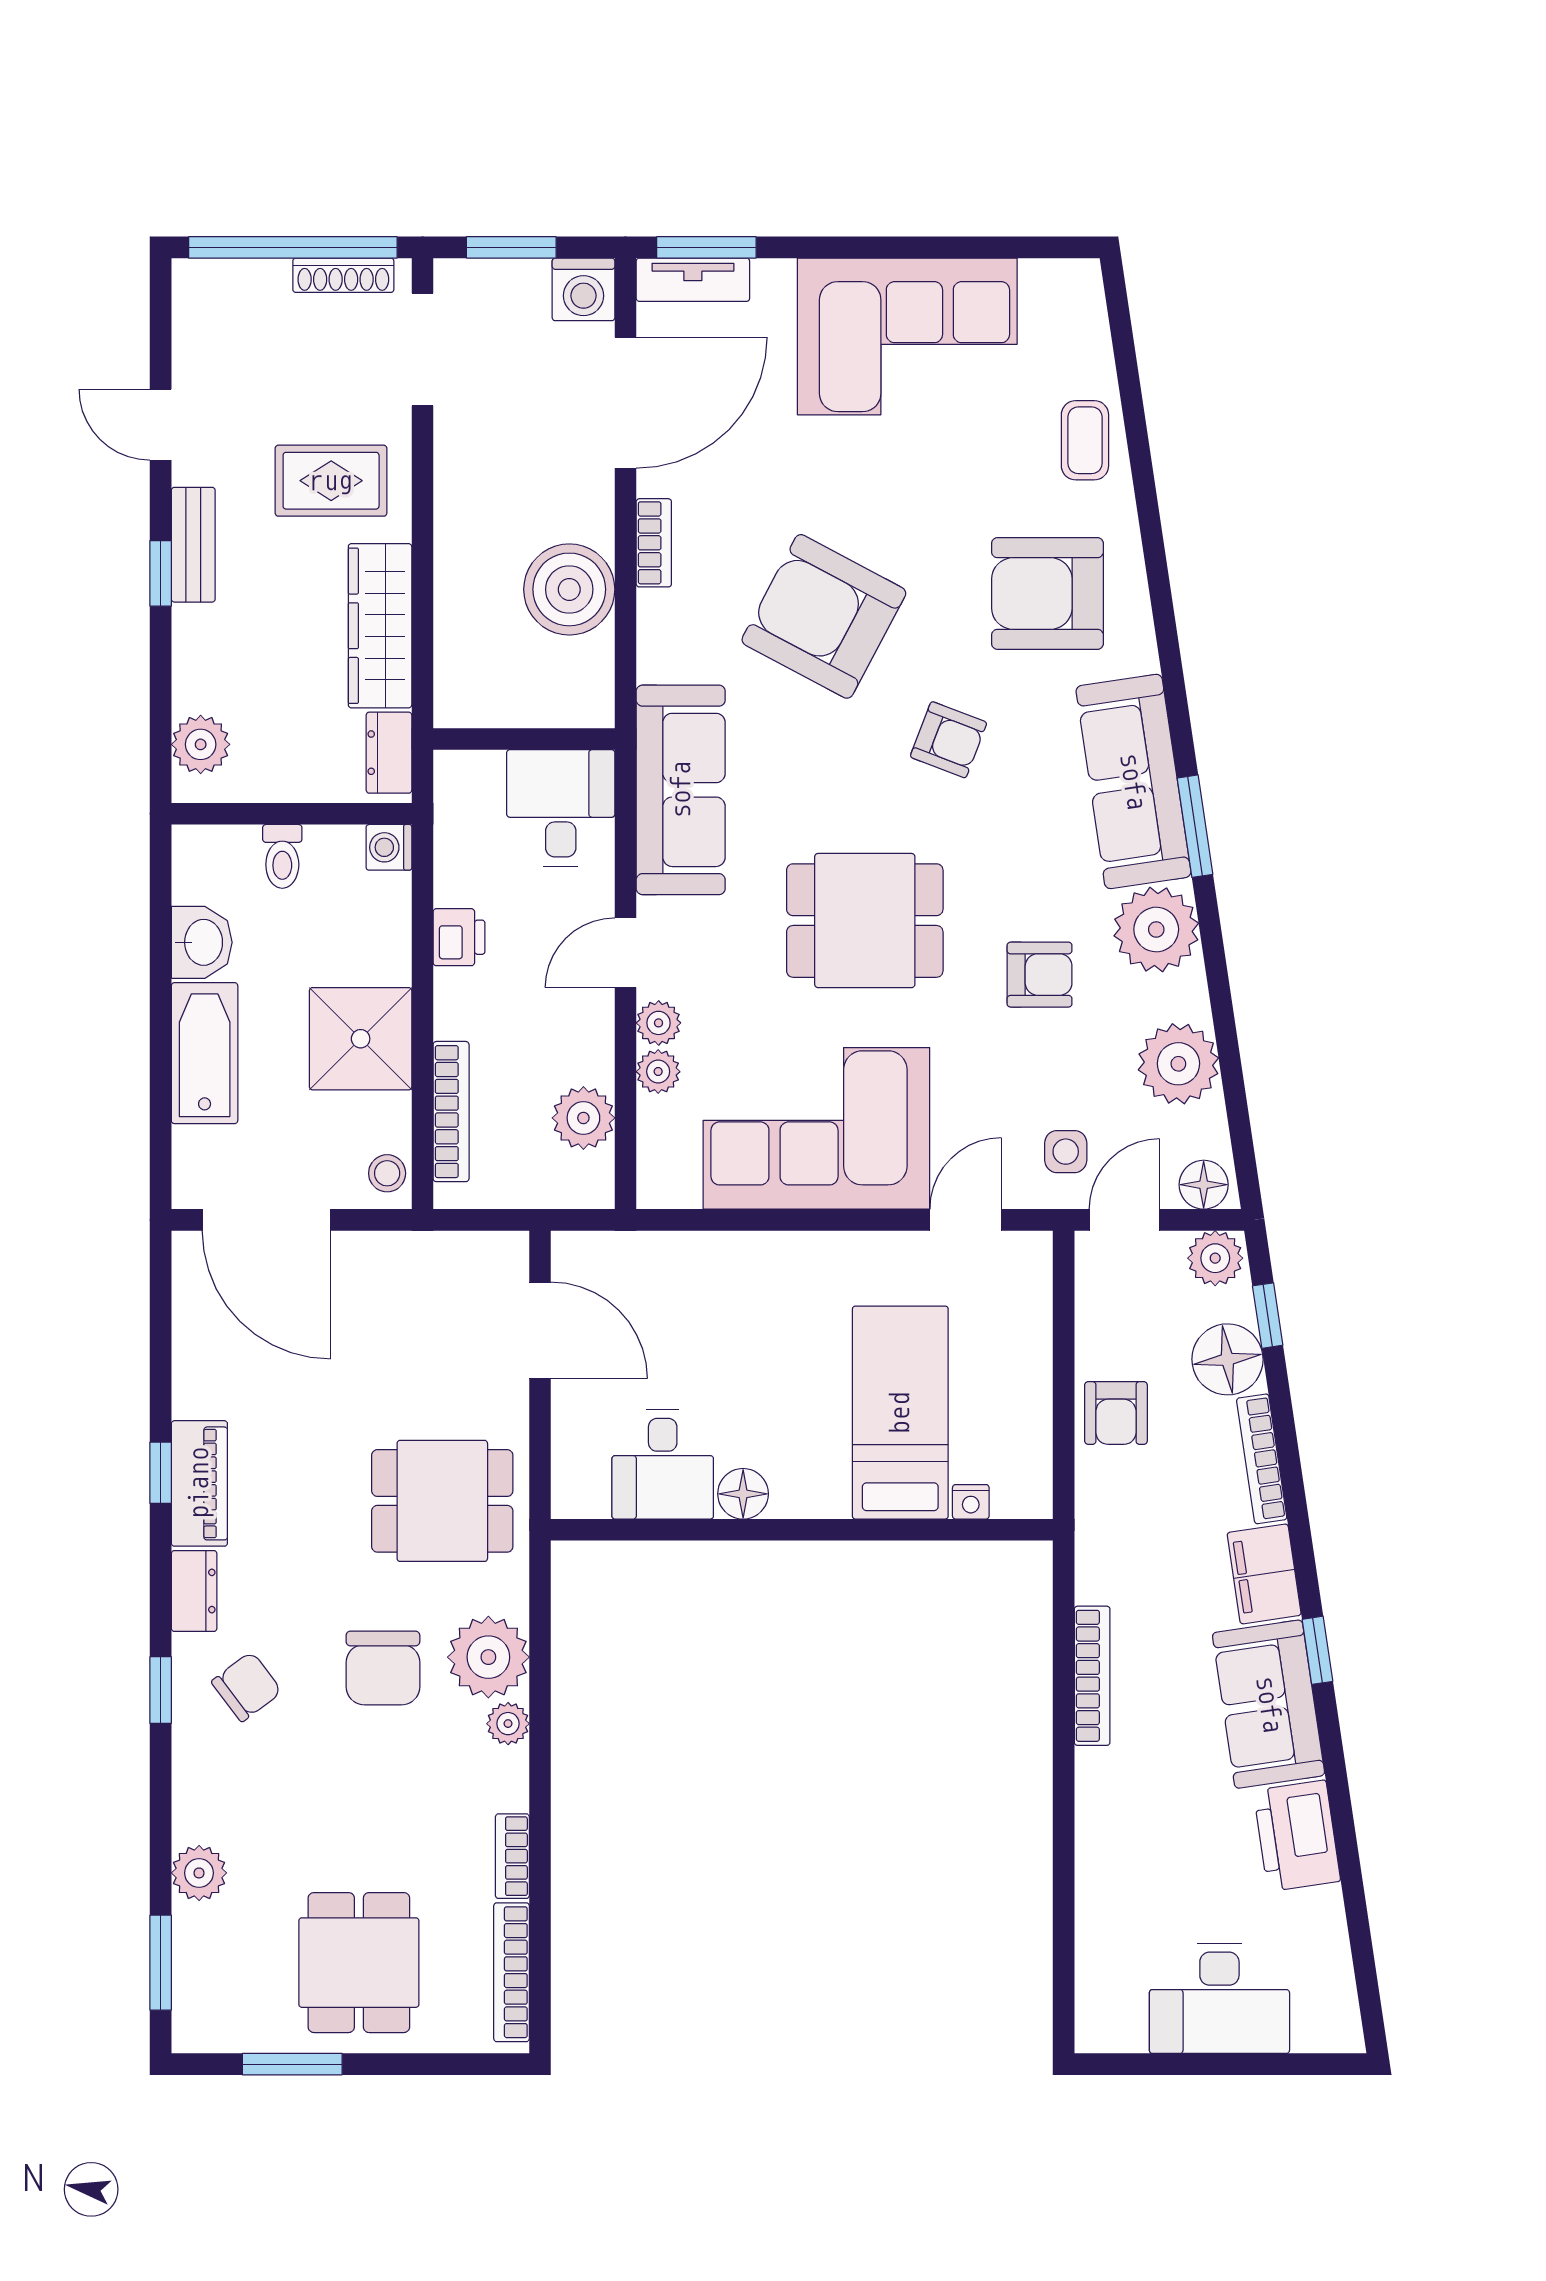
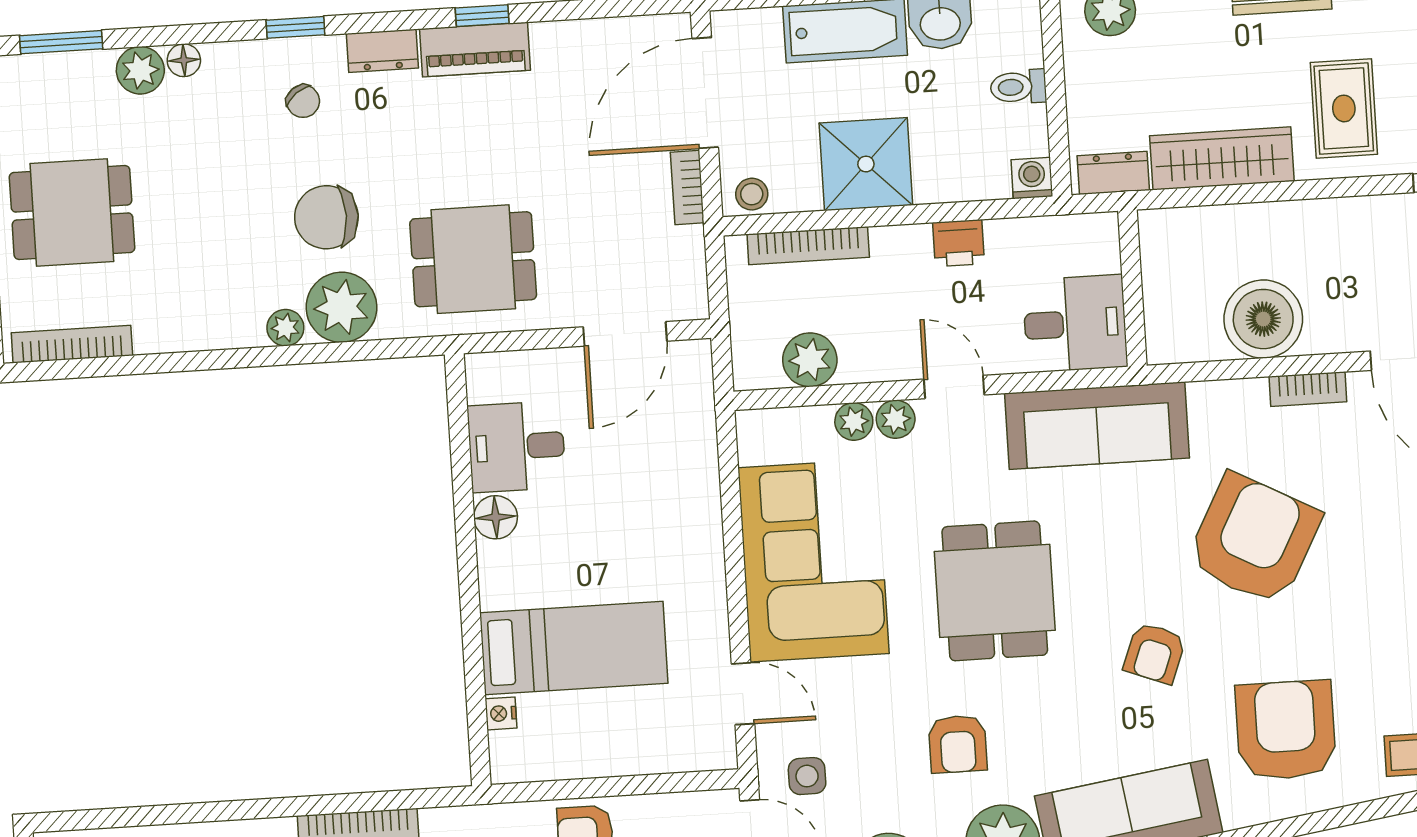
dining table: (442, 1501) -> (473, 259), turned 90
chair: (247, 1687) -> (303, 101), width x0.73, depth x0.73
floor lamp: (191, 1822) -> (184, 60), added
bookcase: (512, 1856) -> (687, 188), moved, turned -90

